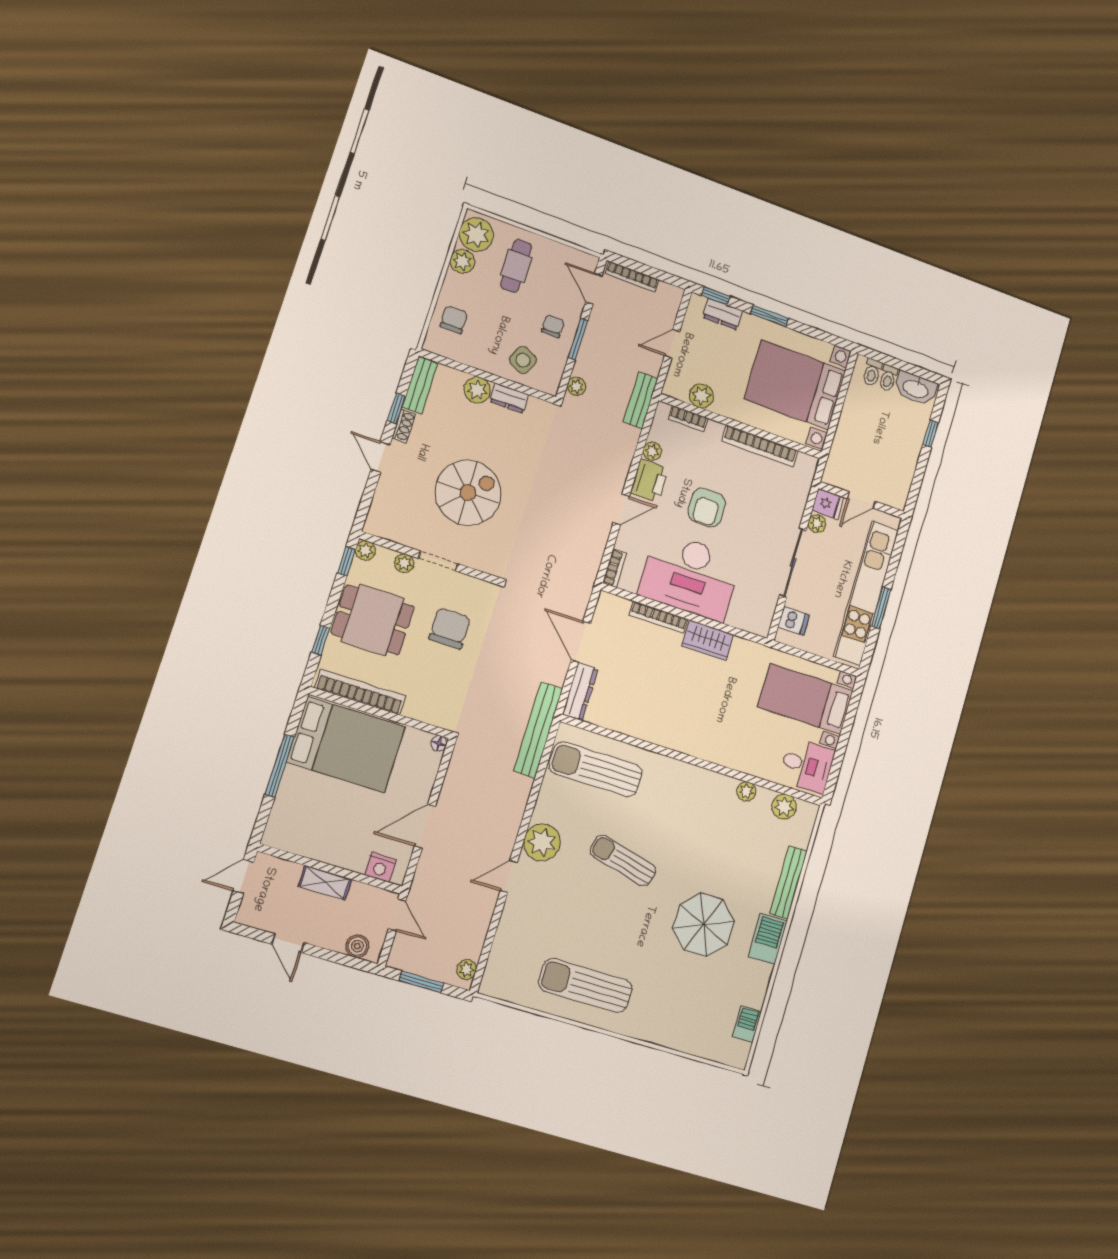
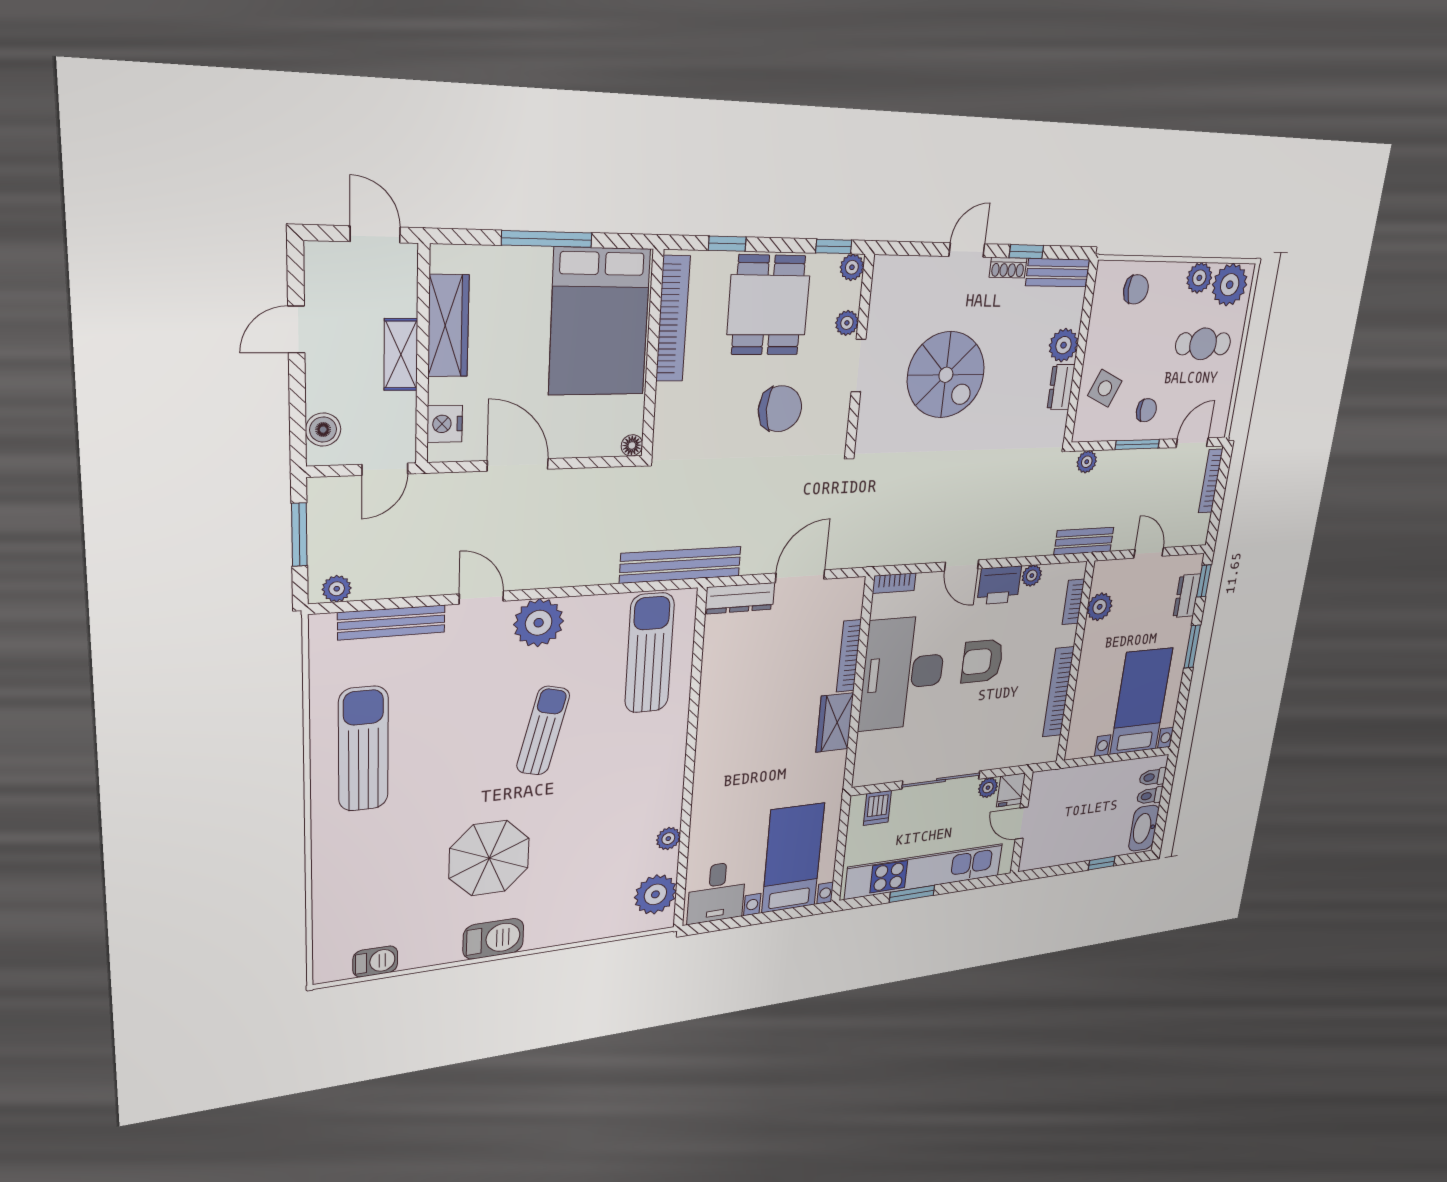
bed with nightstands: (795, 385) -> (1141, 701), width x0.73
plant: (784, 807) -> (655, 894), width x1.36, depth x1.36
wardrobe: (316, 847) -> (448, 326), added
bench: (789, 882) -> (392, 622), moved

